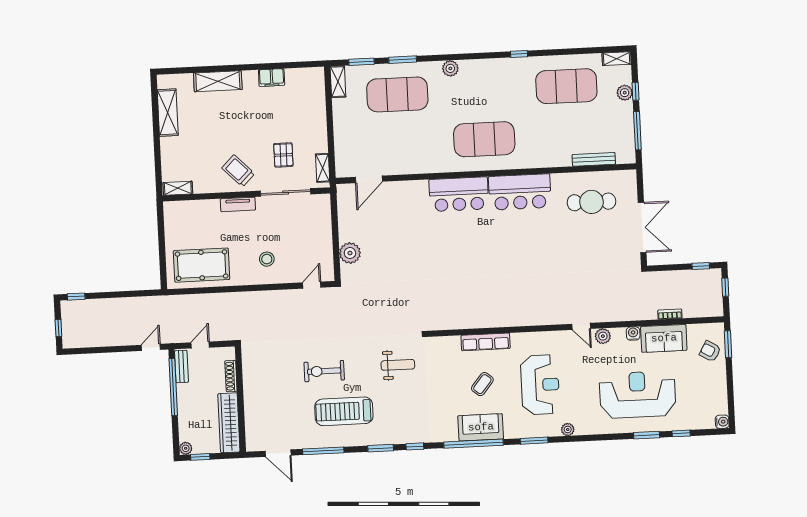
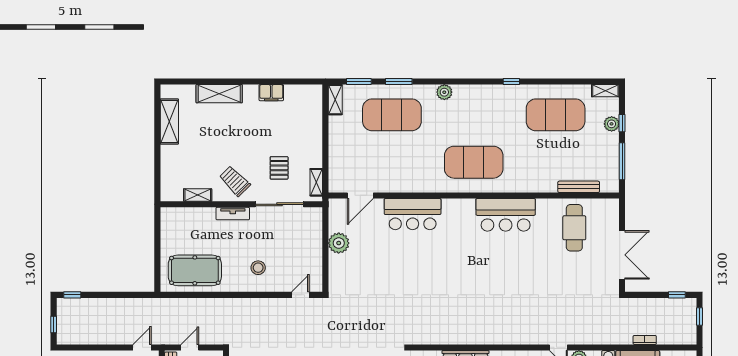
shelving: (178, 188) -> (198, 195), moved
bar counter: (459, 194) -> (413, 214), moved
cafe table: (591, 202) -> (574, 228), turned 90
plant: (350, 253) -> (339, 243), moved

